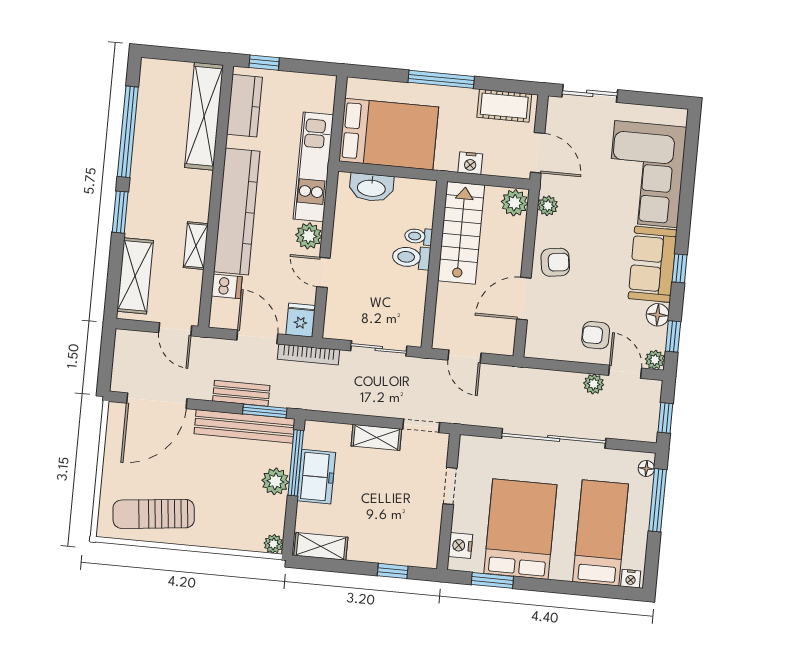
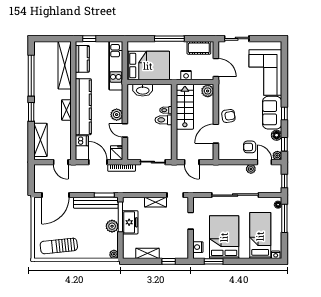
kitchen unit: (313, 167) -> (116, 66), moved
plant: (548, 206) -> (223, 91), removed
shelving: (196, 246) -> (66, 110), moved
bench: (241, 393) -> (93, 188), removed
shelving: (321, 546) -> (148, 253), moved

